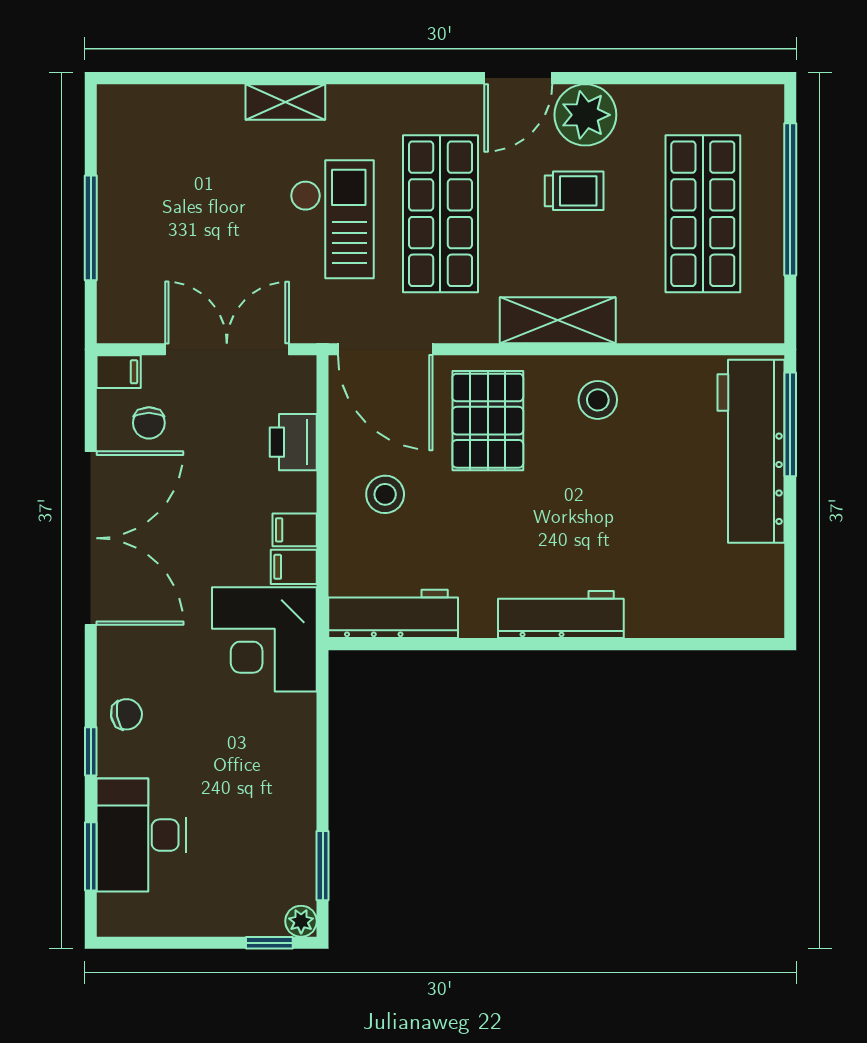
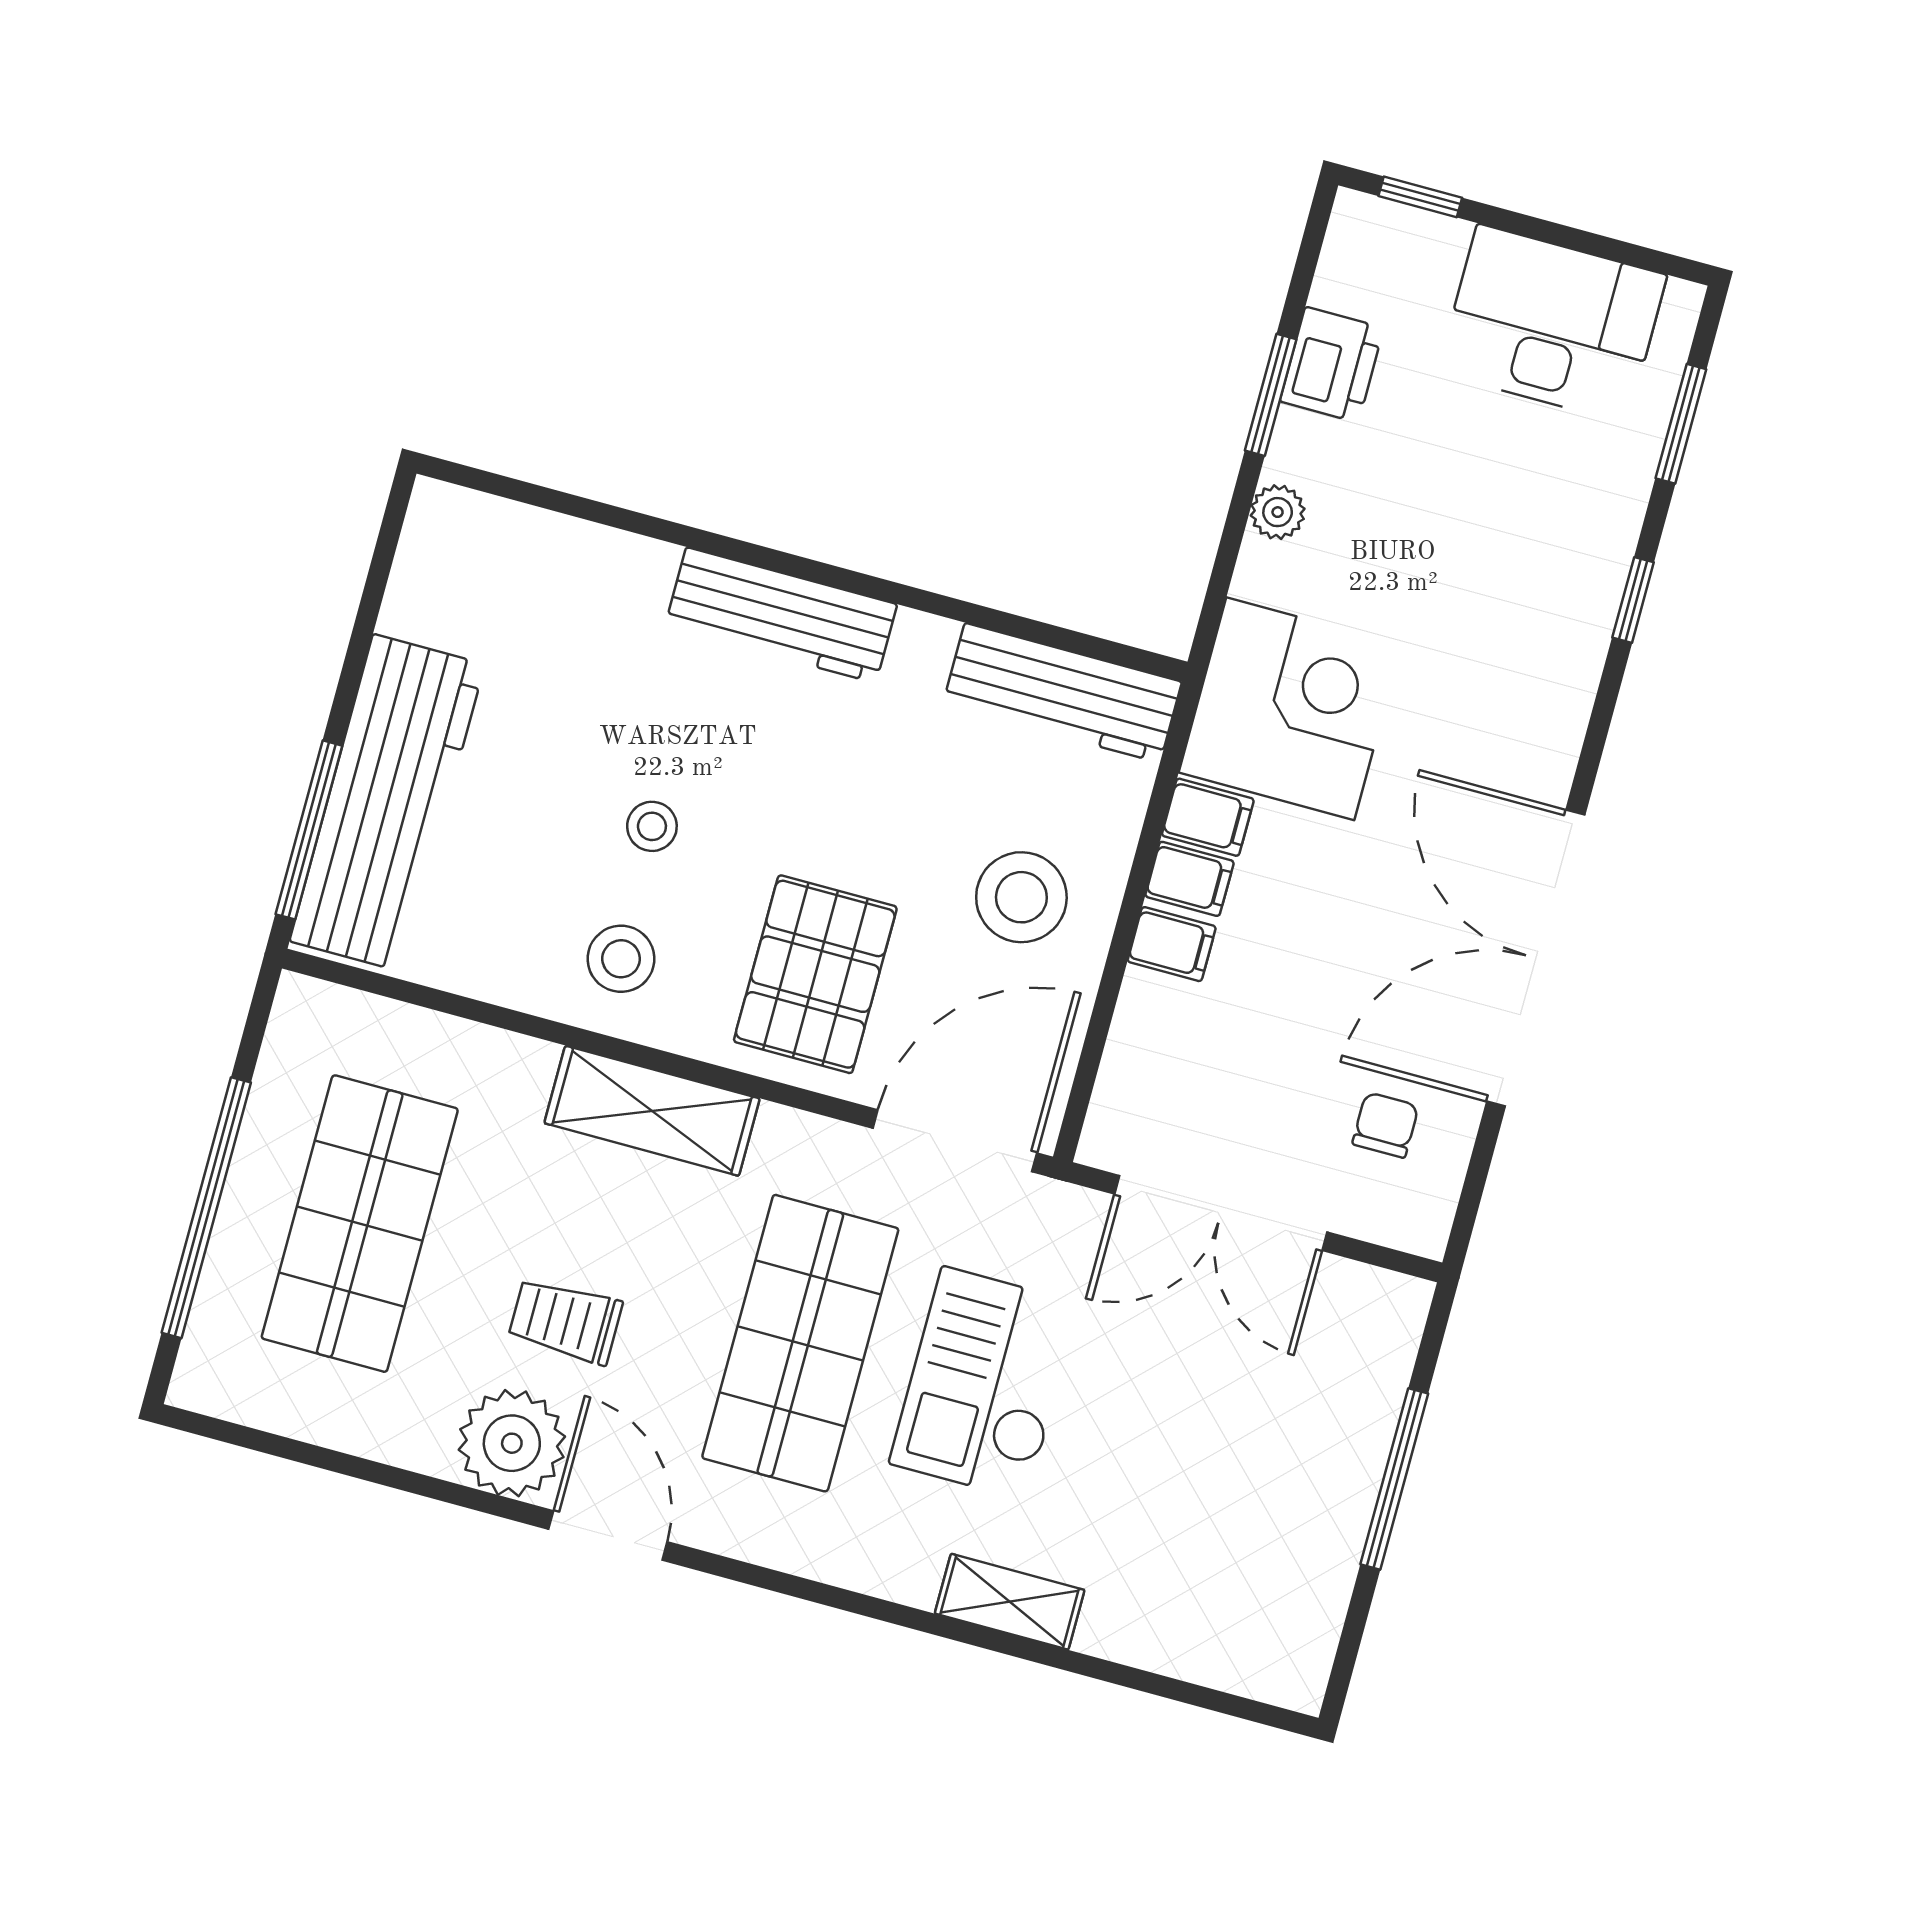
door: (518, 78) -> (608, 1535), hinge flipped
door: (385, 349) -> (955, 1141), hinge flipped
filing cabinet: (119, 372) -> (1172, 944), moved, turned 180
printer: (293, 442) -> (1332, 365), moved
stool: (601, 478) -> (652, 826), added
stool: (385, 494) -> (1021, 897), width x1.38, depth x1.38
chair: (126, 714) -> (1556, 646), removed
desk: (141, 835) -> (1552, 324), moved, turned -90
window: (323, 866) -> (1271, 395), moved
plant: (301, 921) -> (1278, 512), moved

